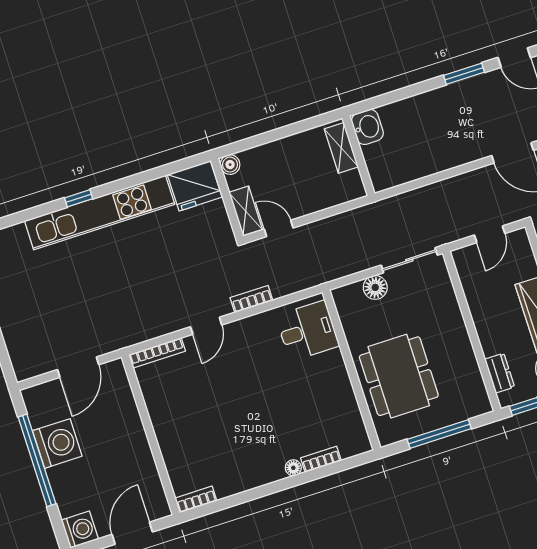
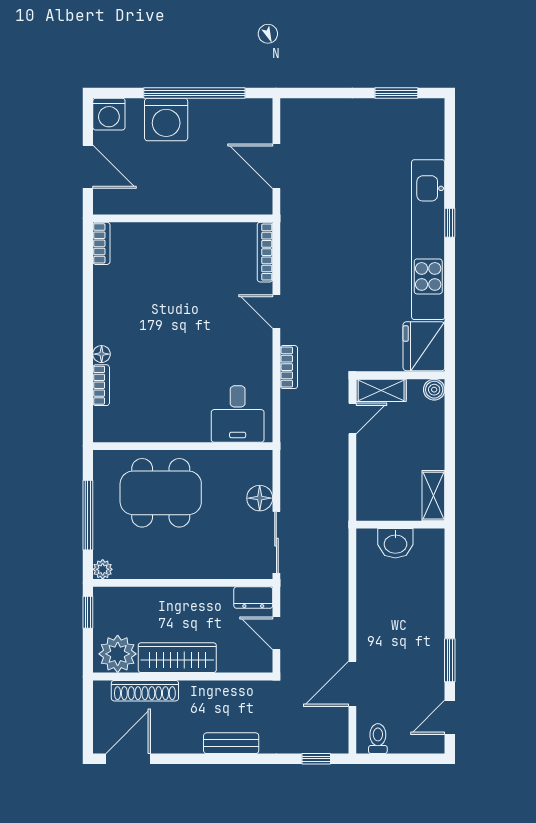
washbasin: (367, 127) -> (395, 543), moved
shelving: (341, 148) -> (433, 496), moved, turned 90
dresser: (500, 373) -> (253, 598), moved
plant: (483, 406) -> (103, 569), added
washing machine: (57, 443) -> (166, 120), moved

